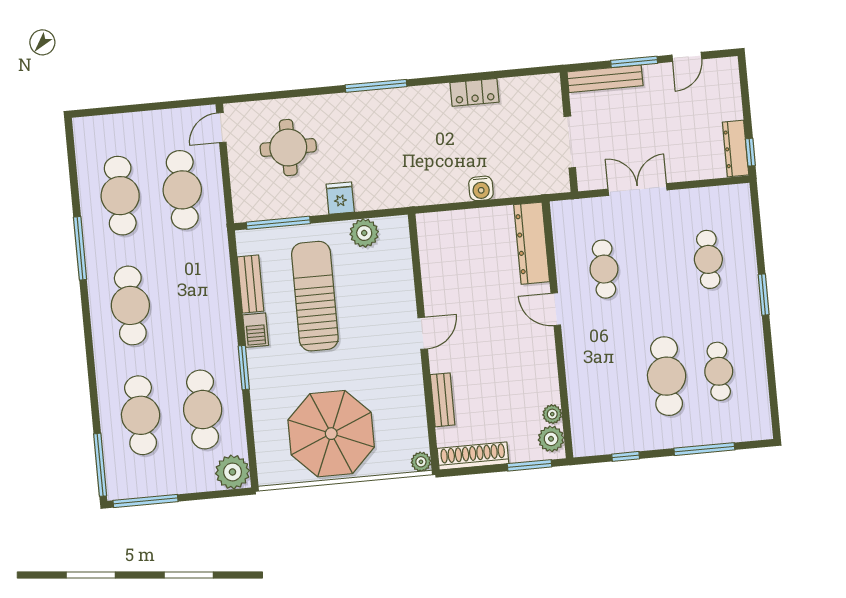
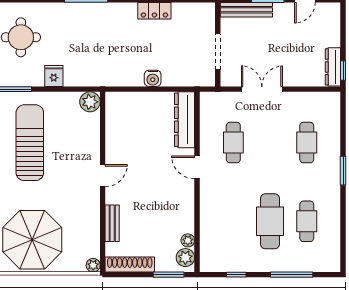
plant: (364, 233) -> (90, 102), moved

